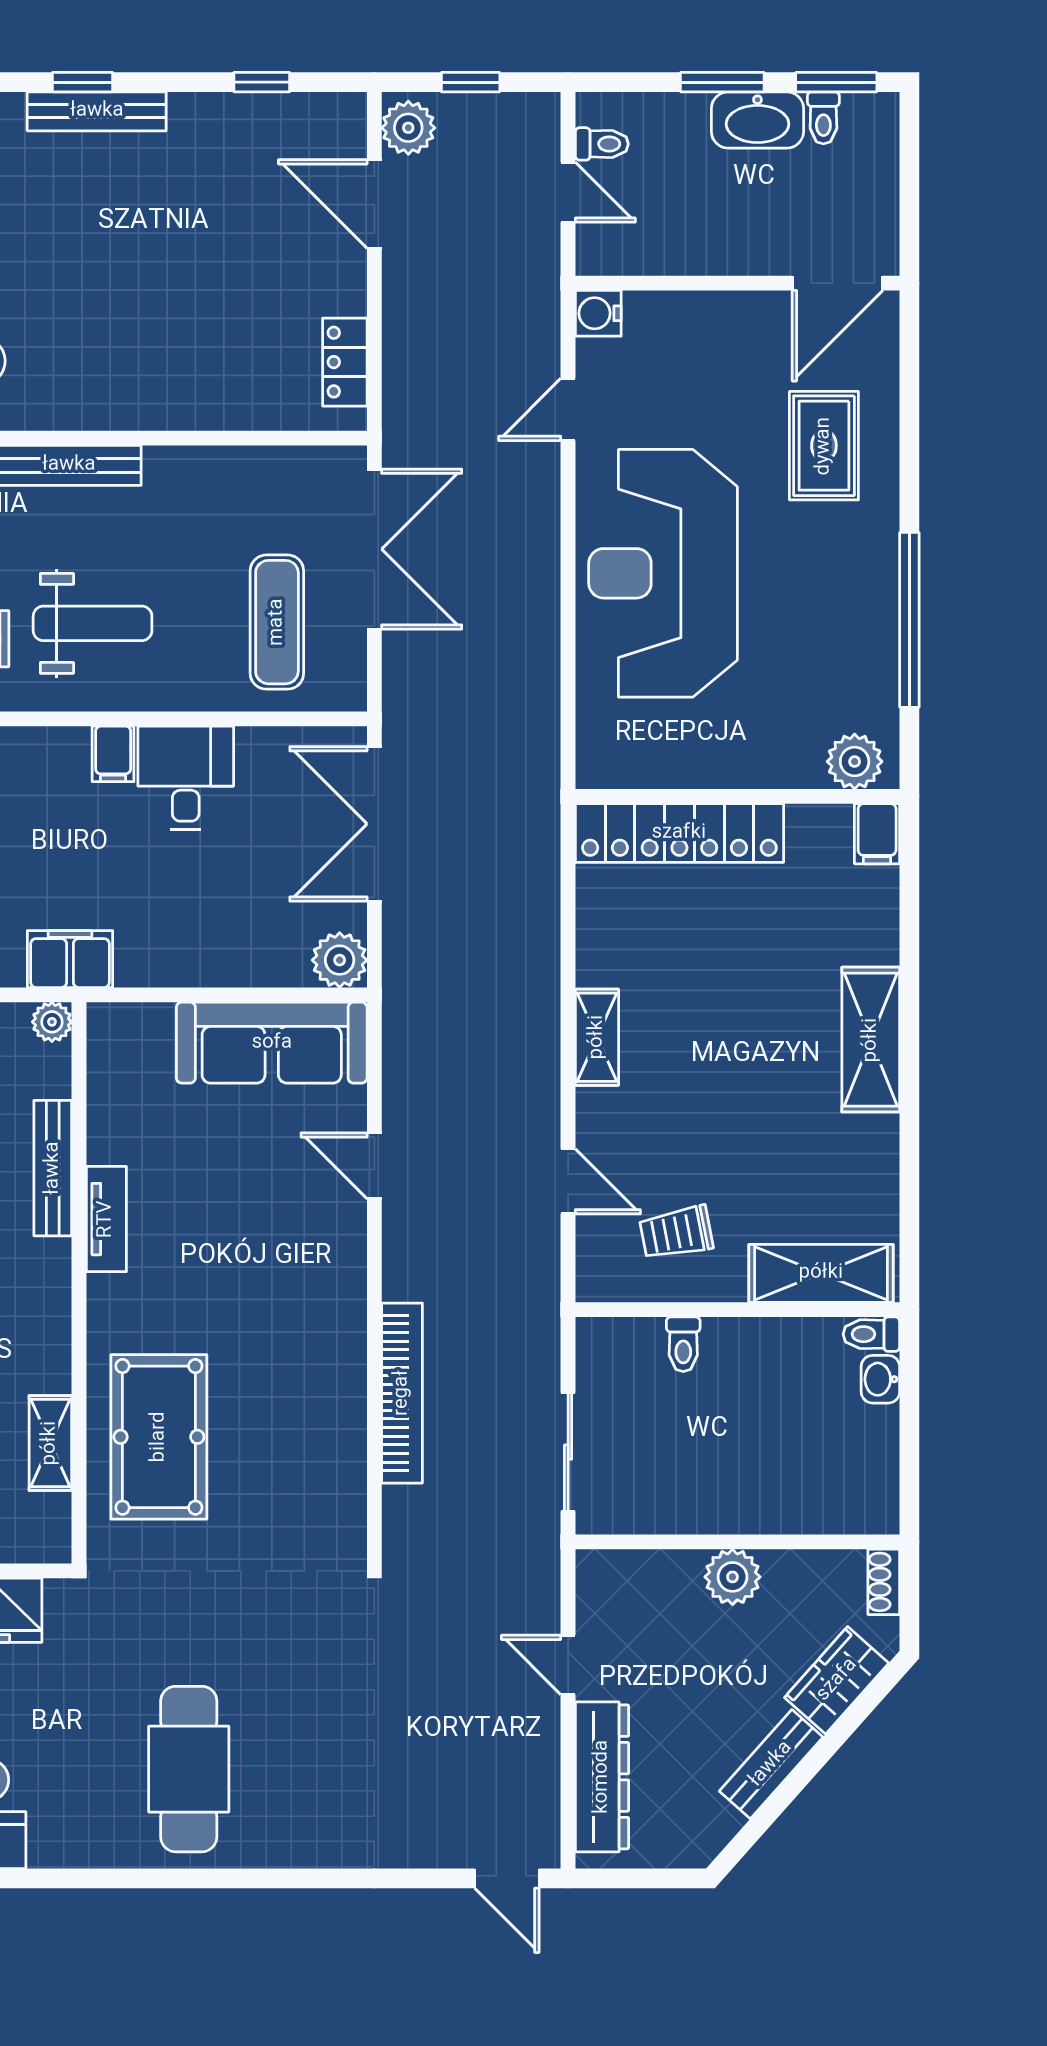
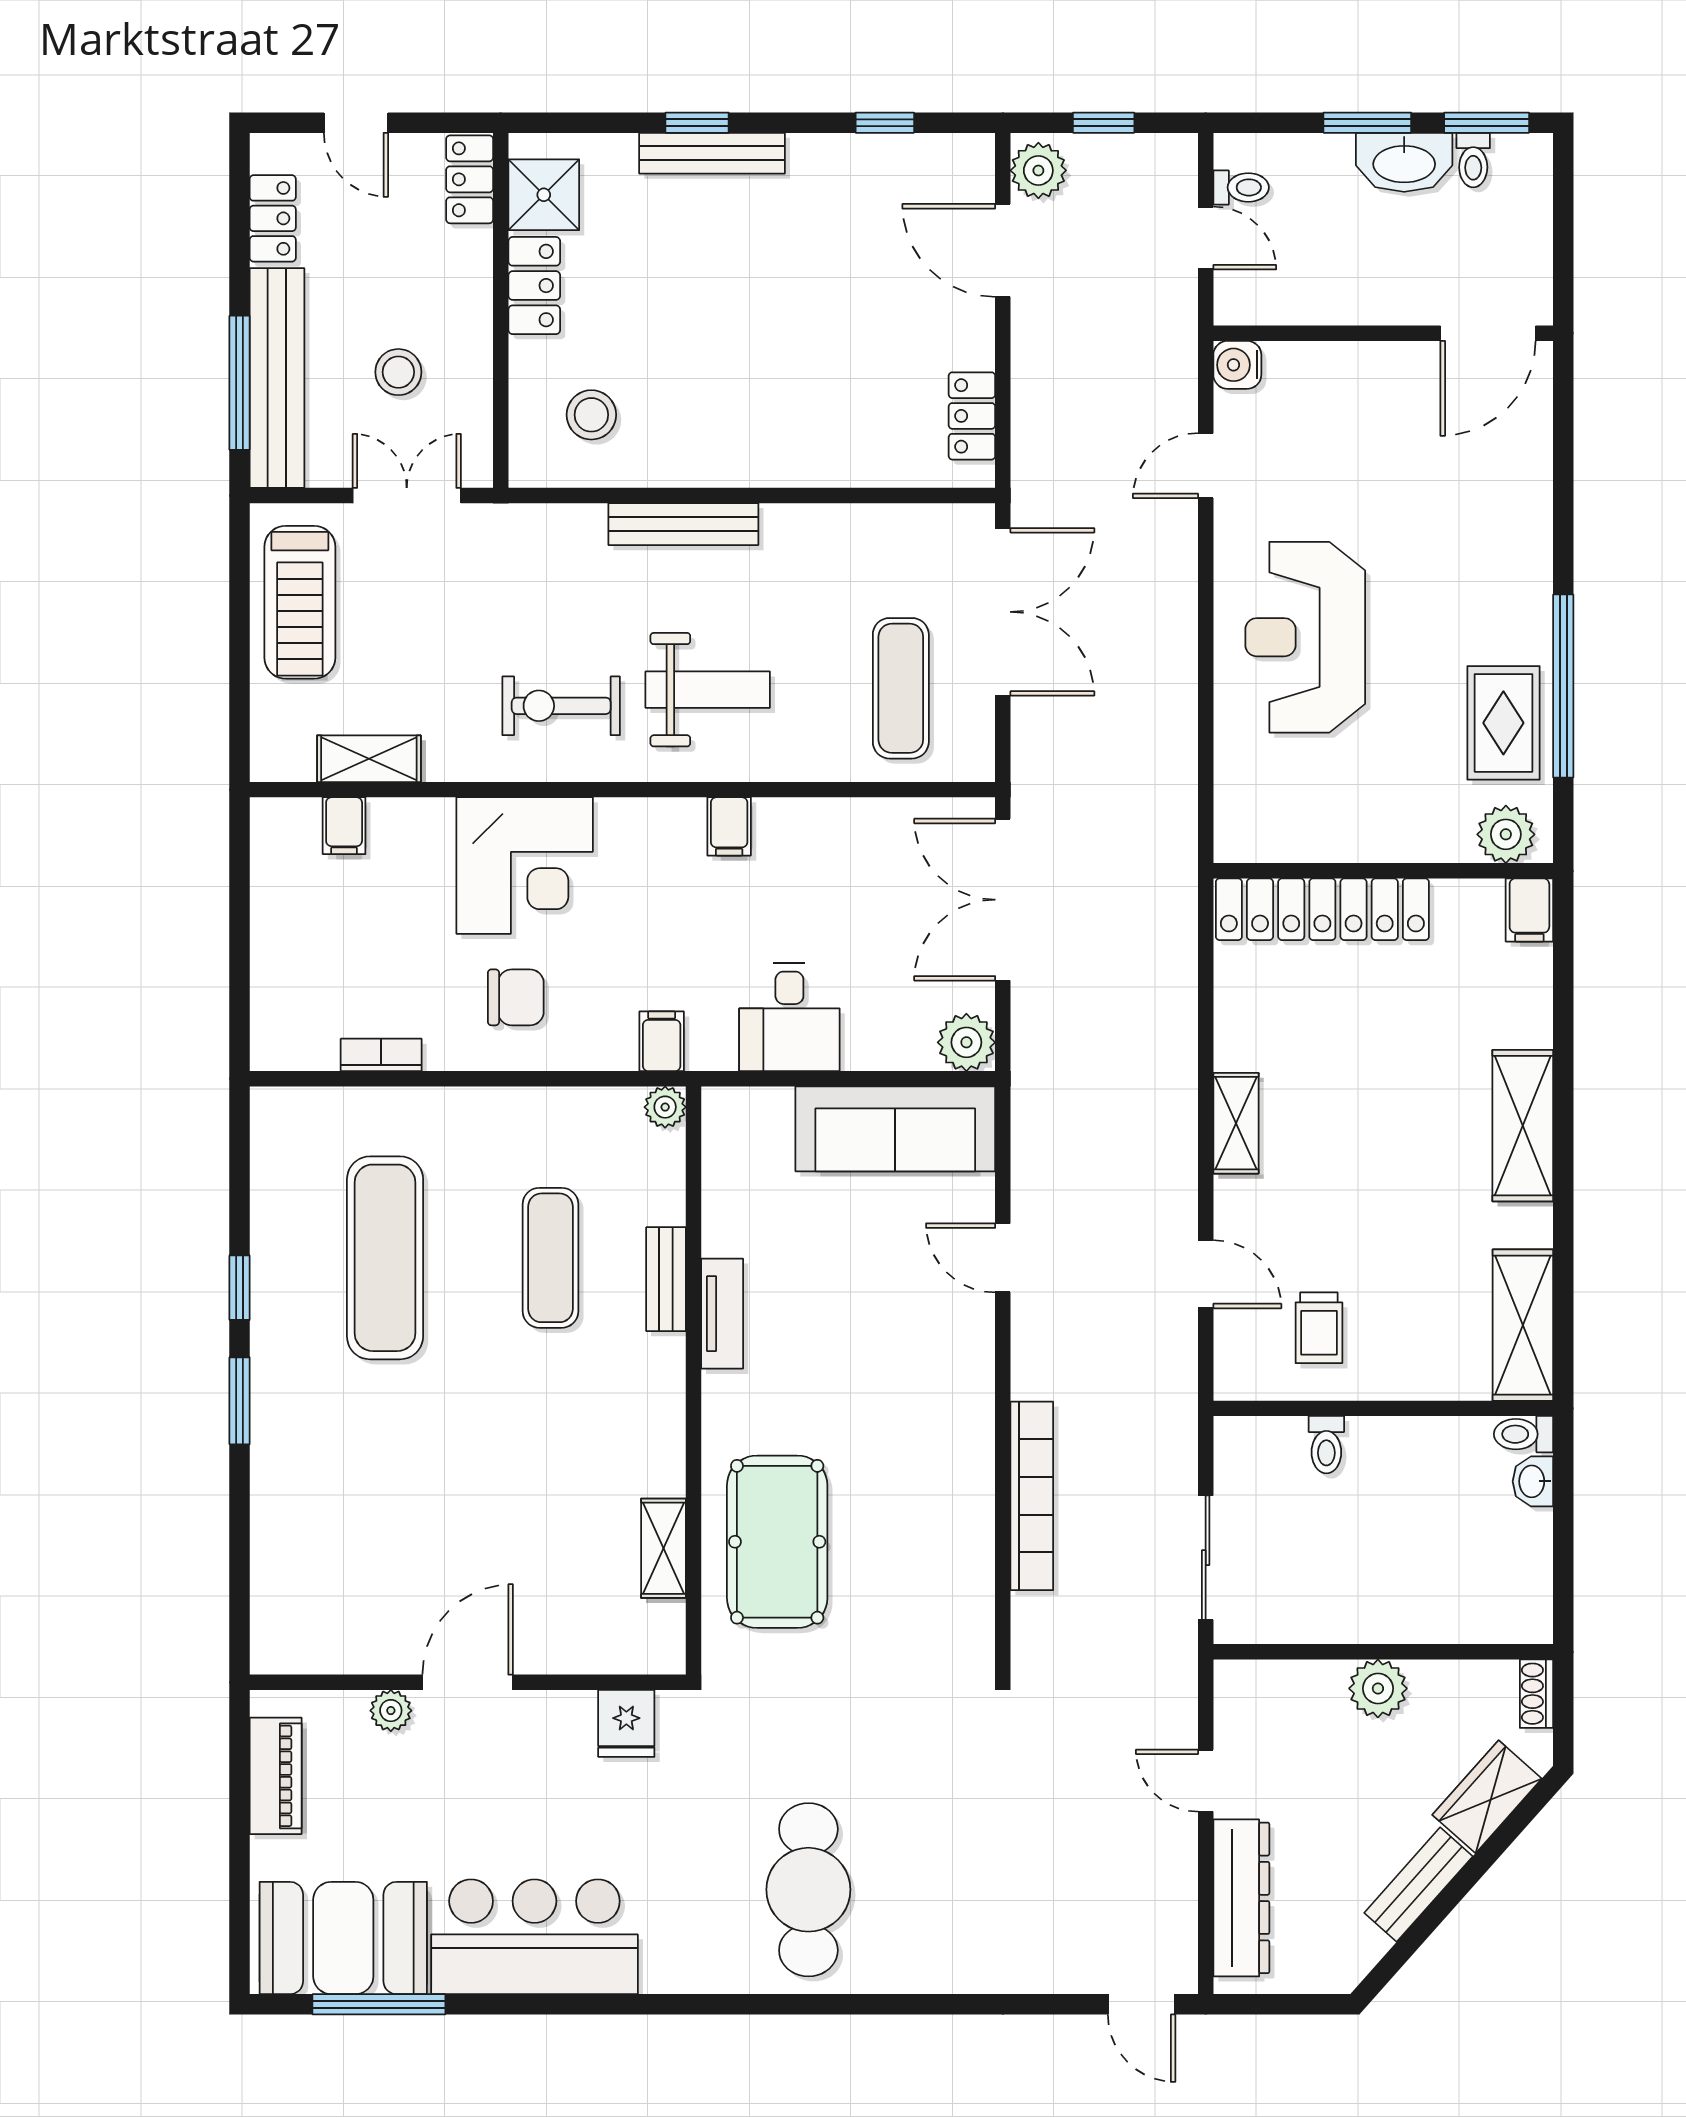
rug: (824, 446) -> (1503, 723), moved
reception desk: (663, 573) -> (1305, 637), width x0.74, depth x0.77
desk: (186, 778) -> (789, 1017), moved, turned 180
filing cabinet: (70, 959) -> (662, 1041), width x0.50
bench: (53, 1168) -> (666, 1279), width x0.73
trolley: (676, 1233) -> (1319, 1328), turned -79
shelving: (821, 1273) -> (1523, 1325), moved, turned 90

